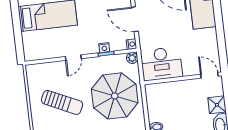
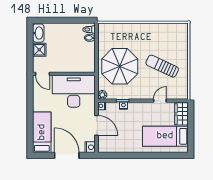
wardrobe: (31, 46) -> (182, 114), added
door: (73, 58) -> (160, 101), moved
desk: (161, 64) -> (74, 91), width x1.36, depth x1.30

